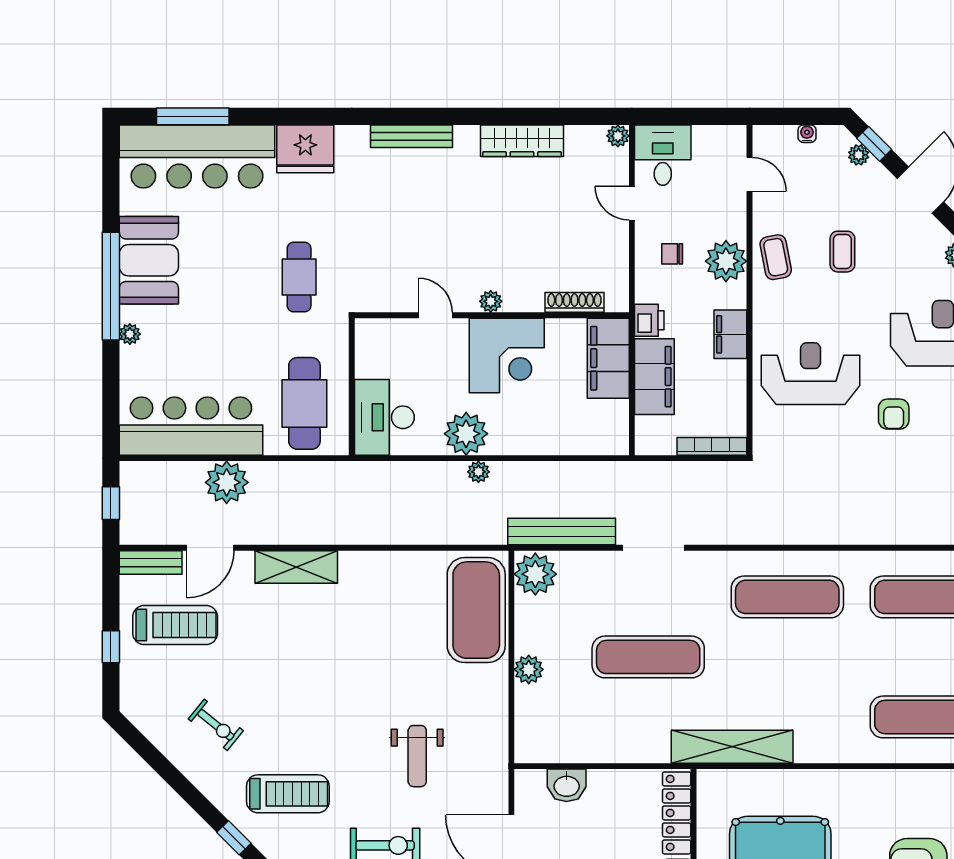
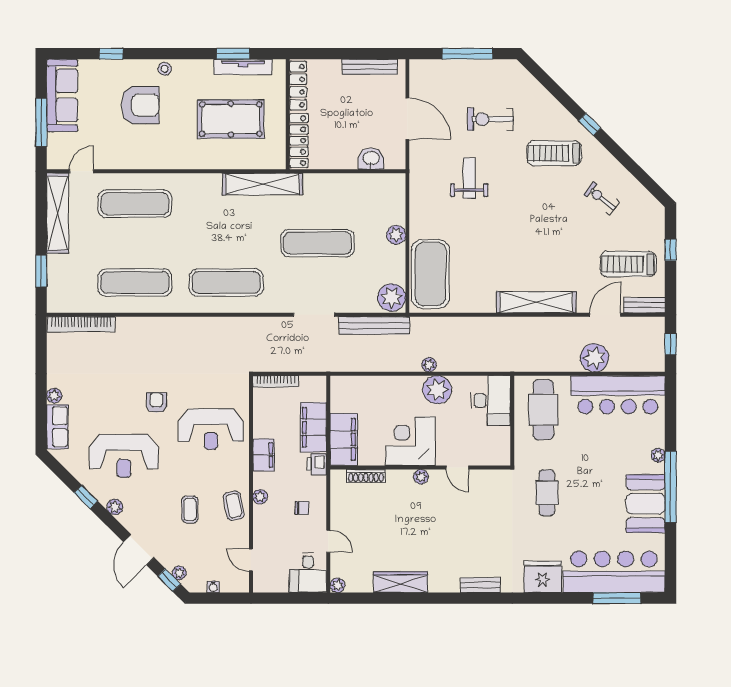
bench: (411, 136) -> (480, 585), width x0.73
plant: (726, 261) -> (260, 497), width x0.53, depth x0.53
shelving: (296, 567) -> (536, 302), width x1.47

